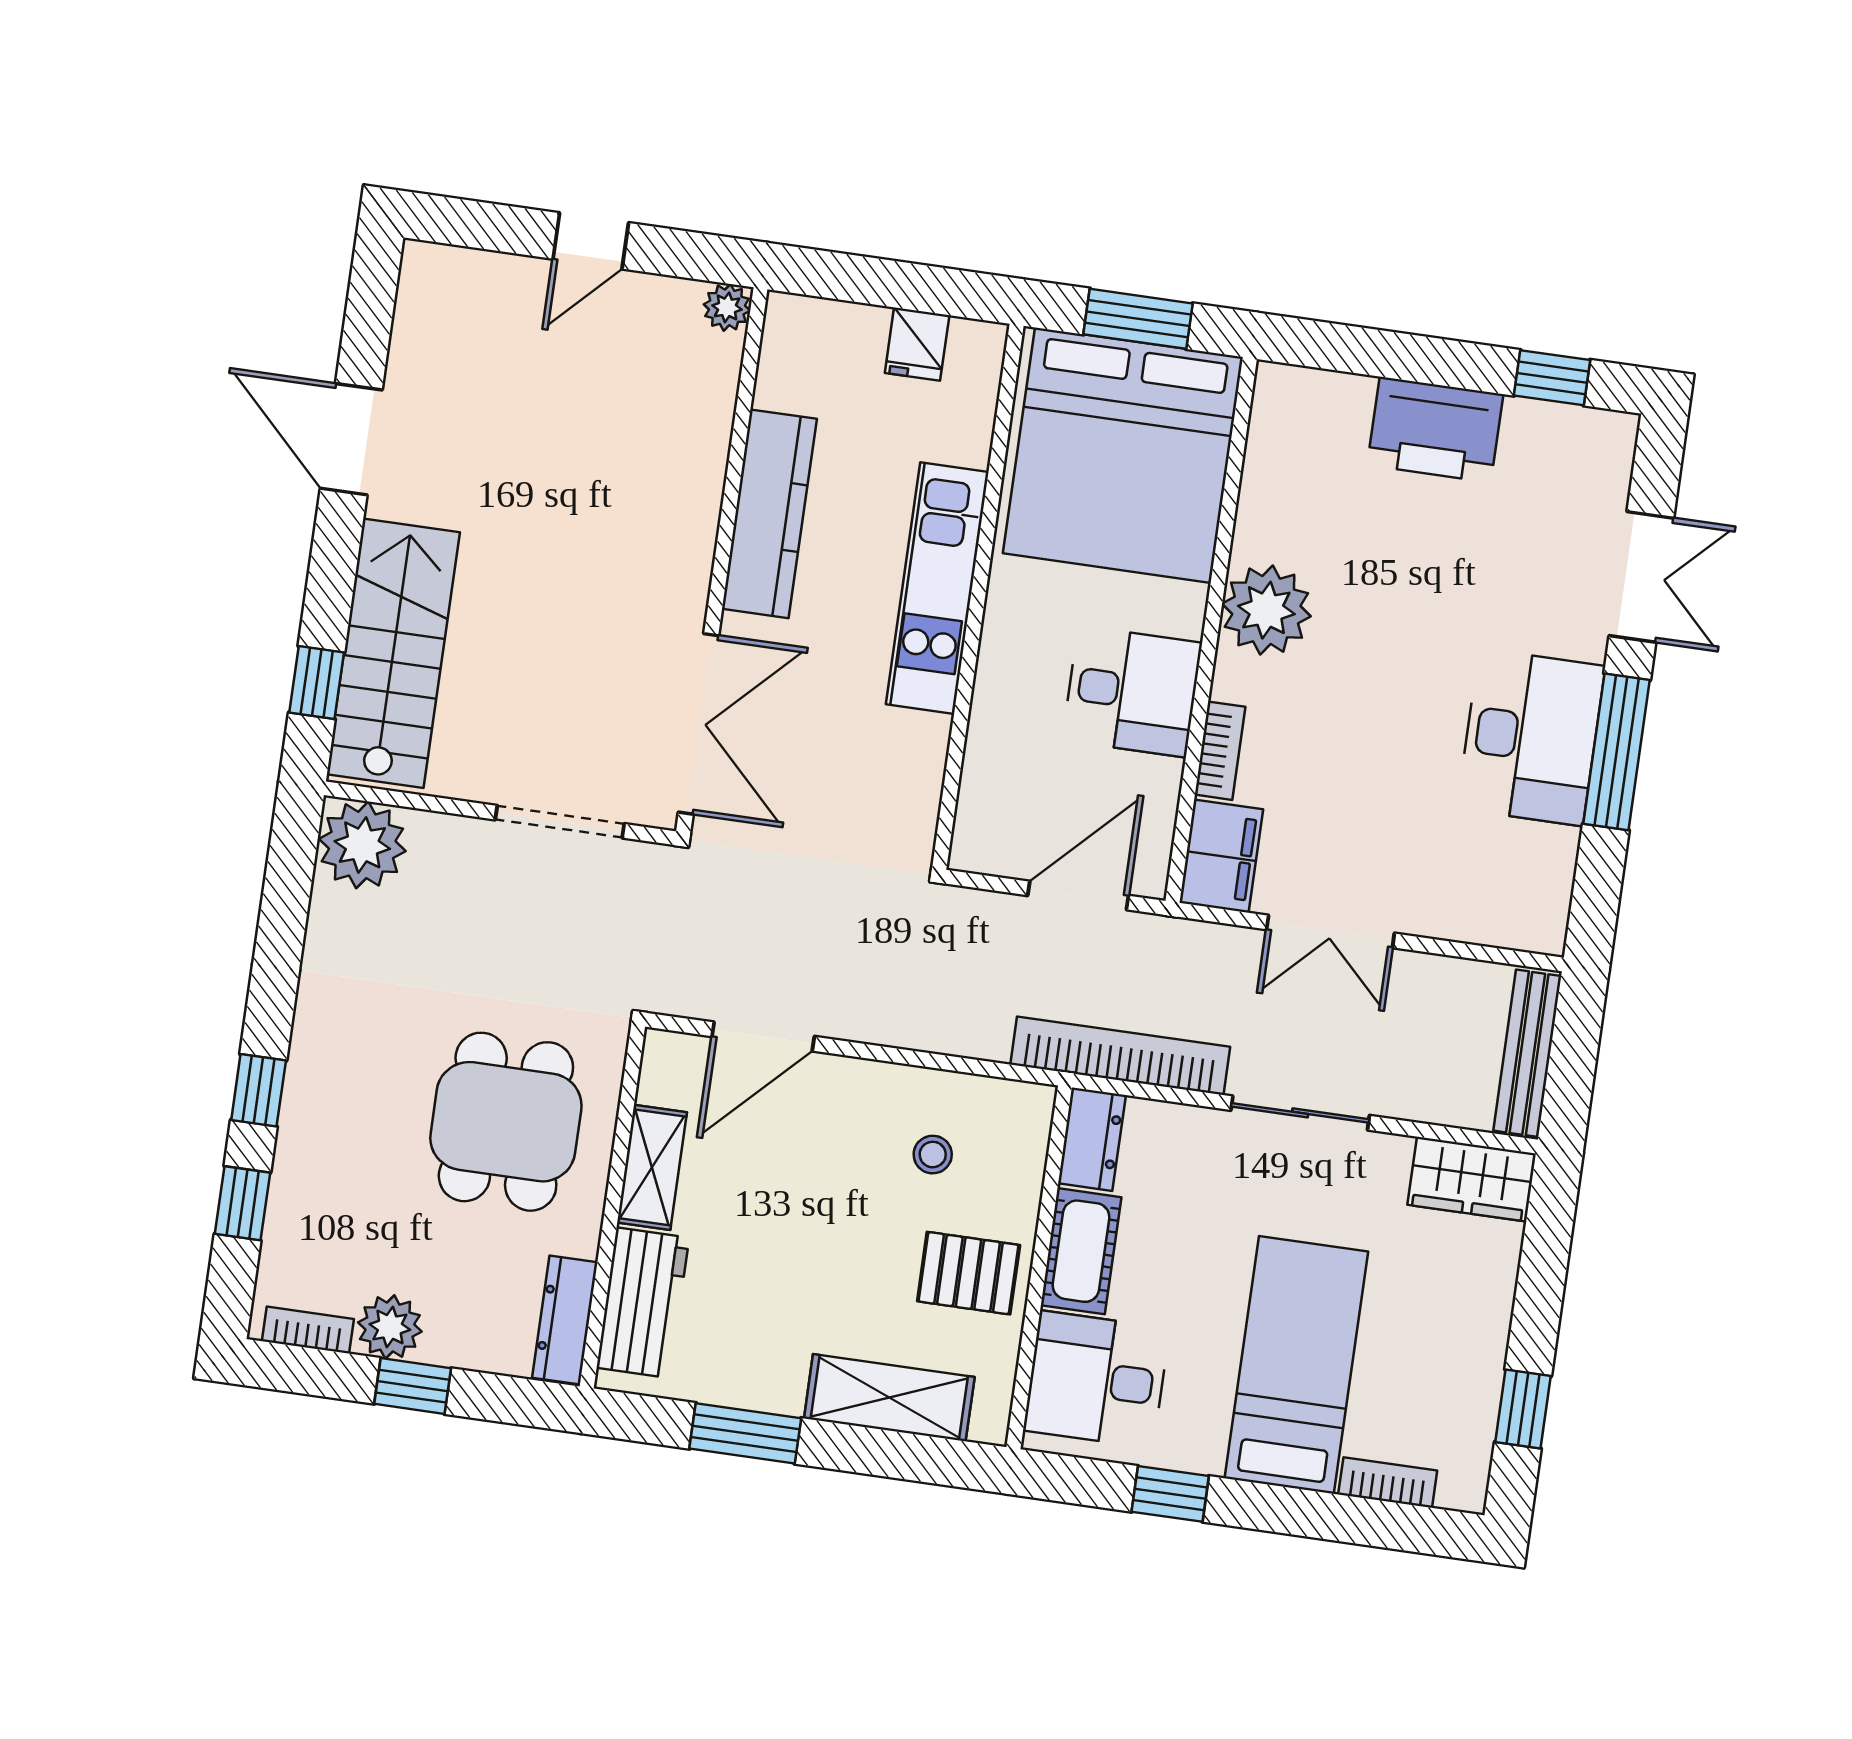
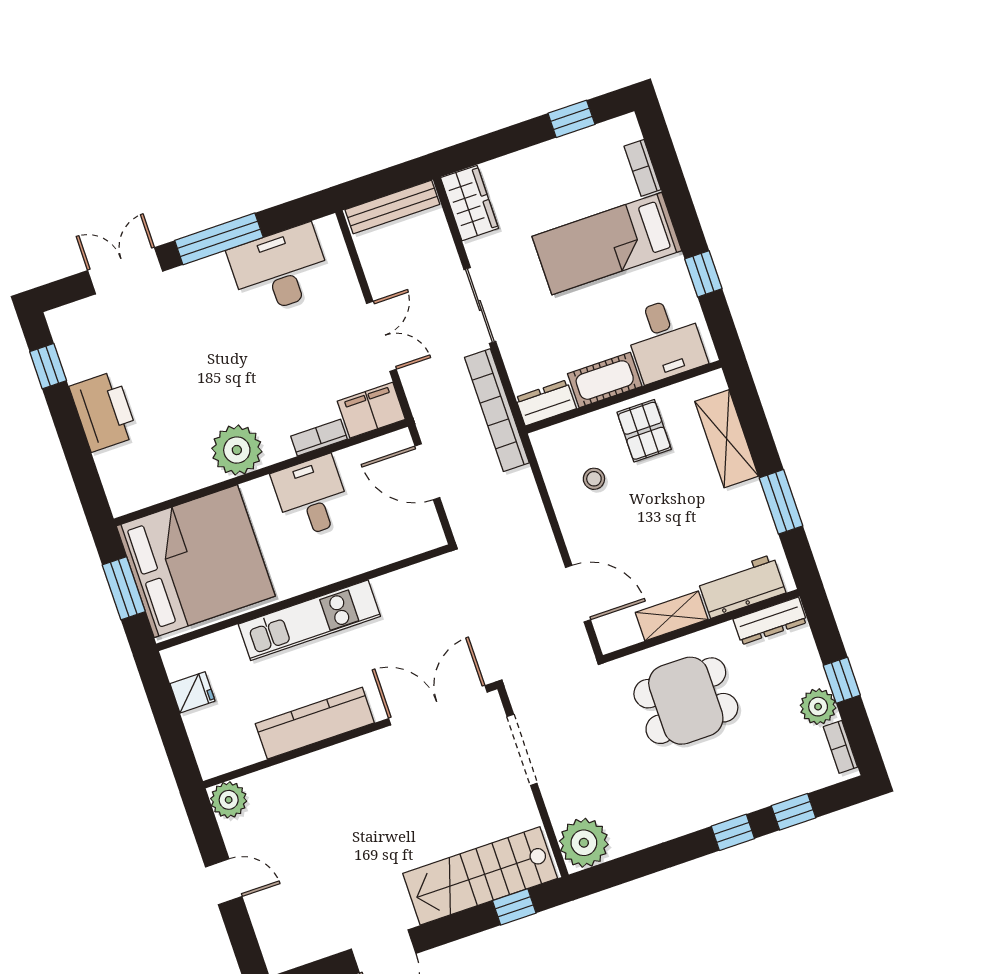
plant: (727, 307) -> (229, 800), width x1.38, depth x1.38
desk: (1531, 737) -> (280, 270), moved

